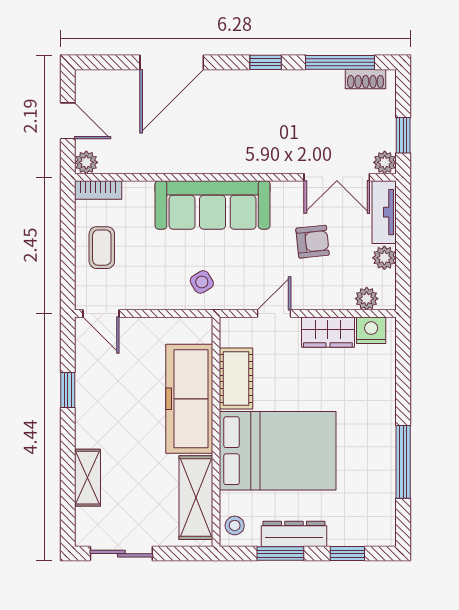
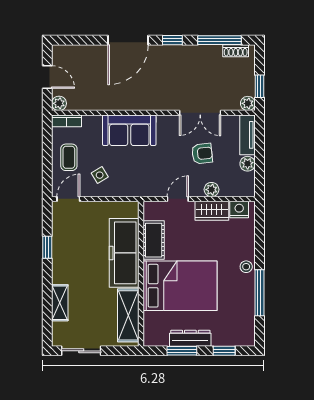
door: (172, 62) -> (128, 40), moved
double door: (337, 177) -> (200, 113), moved
sofa: (213, 205) -> (129, 130), width x0.73
side table: (202, 282) -> (100, 175), moved
plant: (367, 299) -> (211, 190), moved
door: (101, 314) -> (68, 199), swing flipped
stool: (235, 525) -> (246, 267), moved

